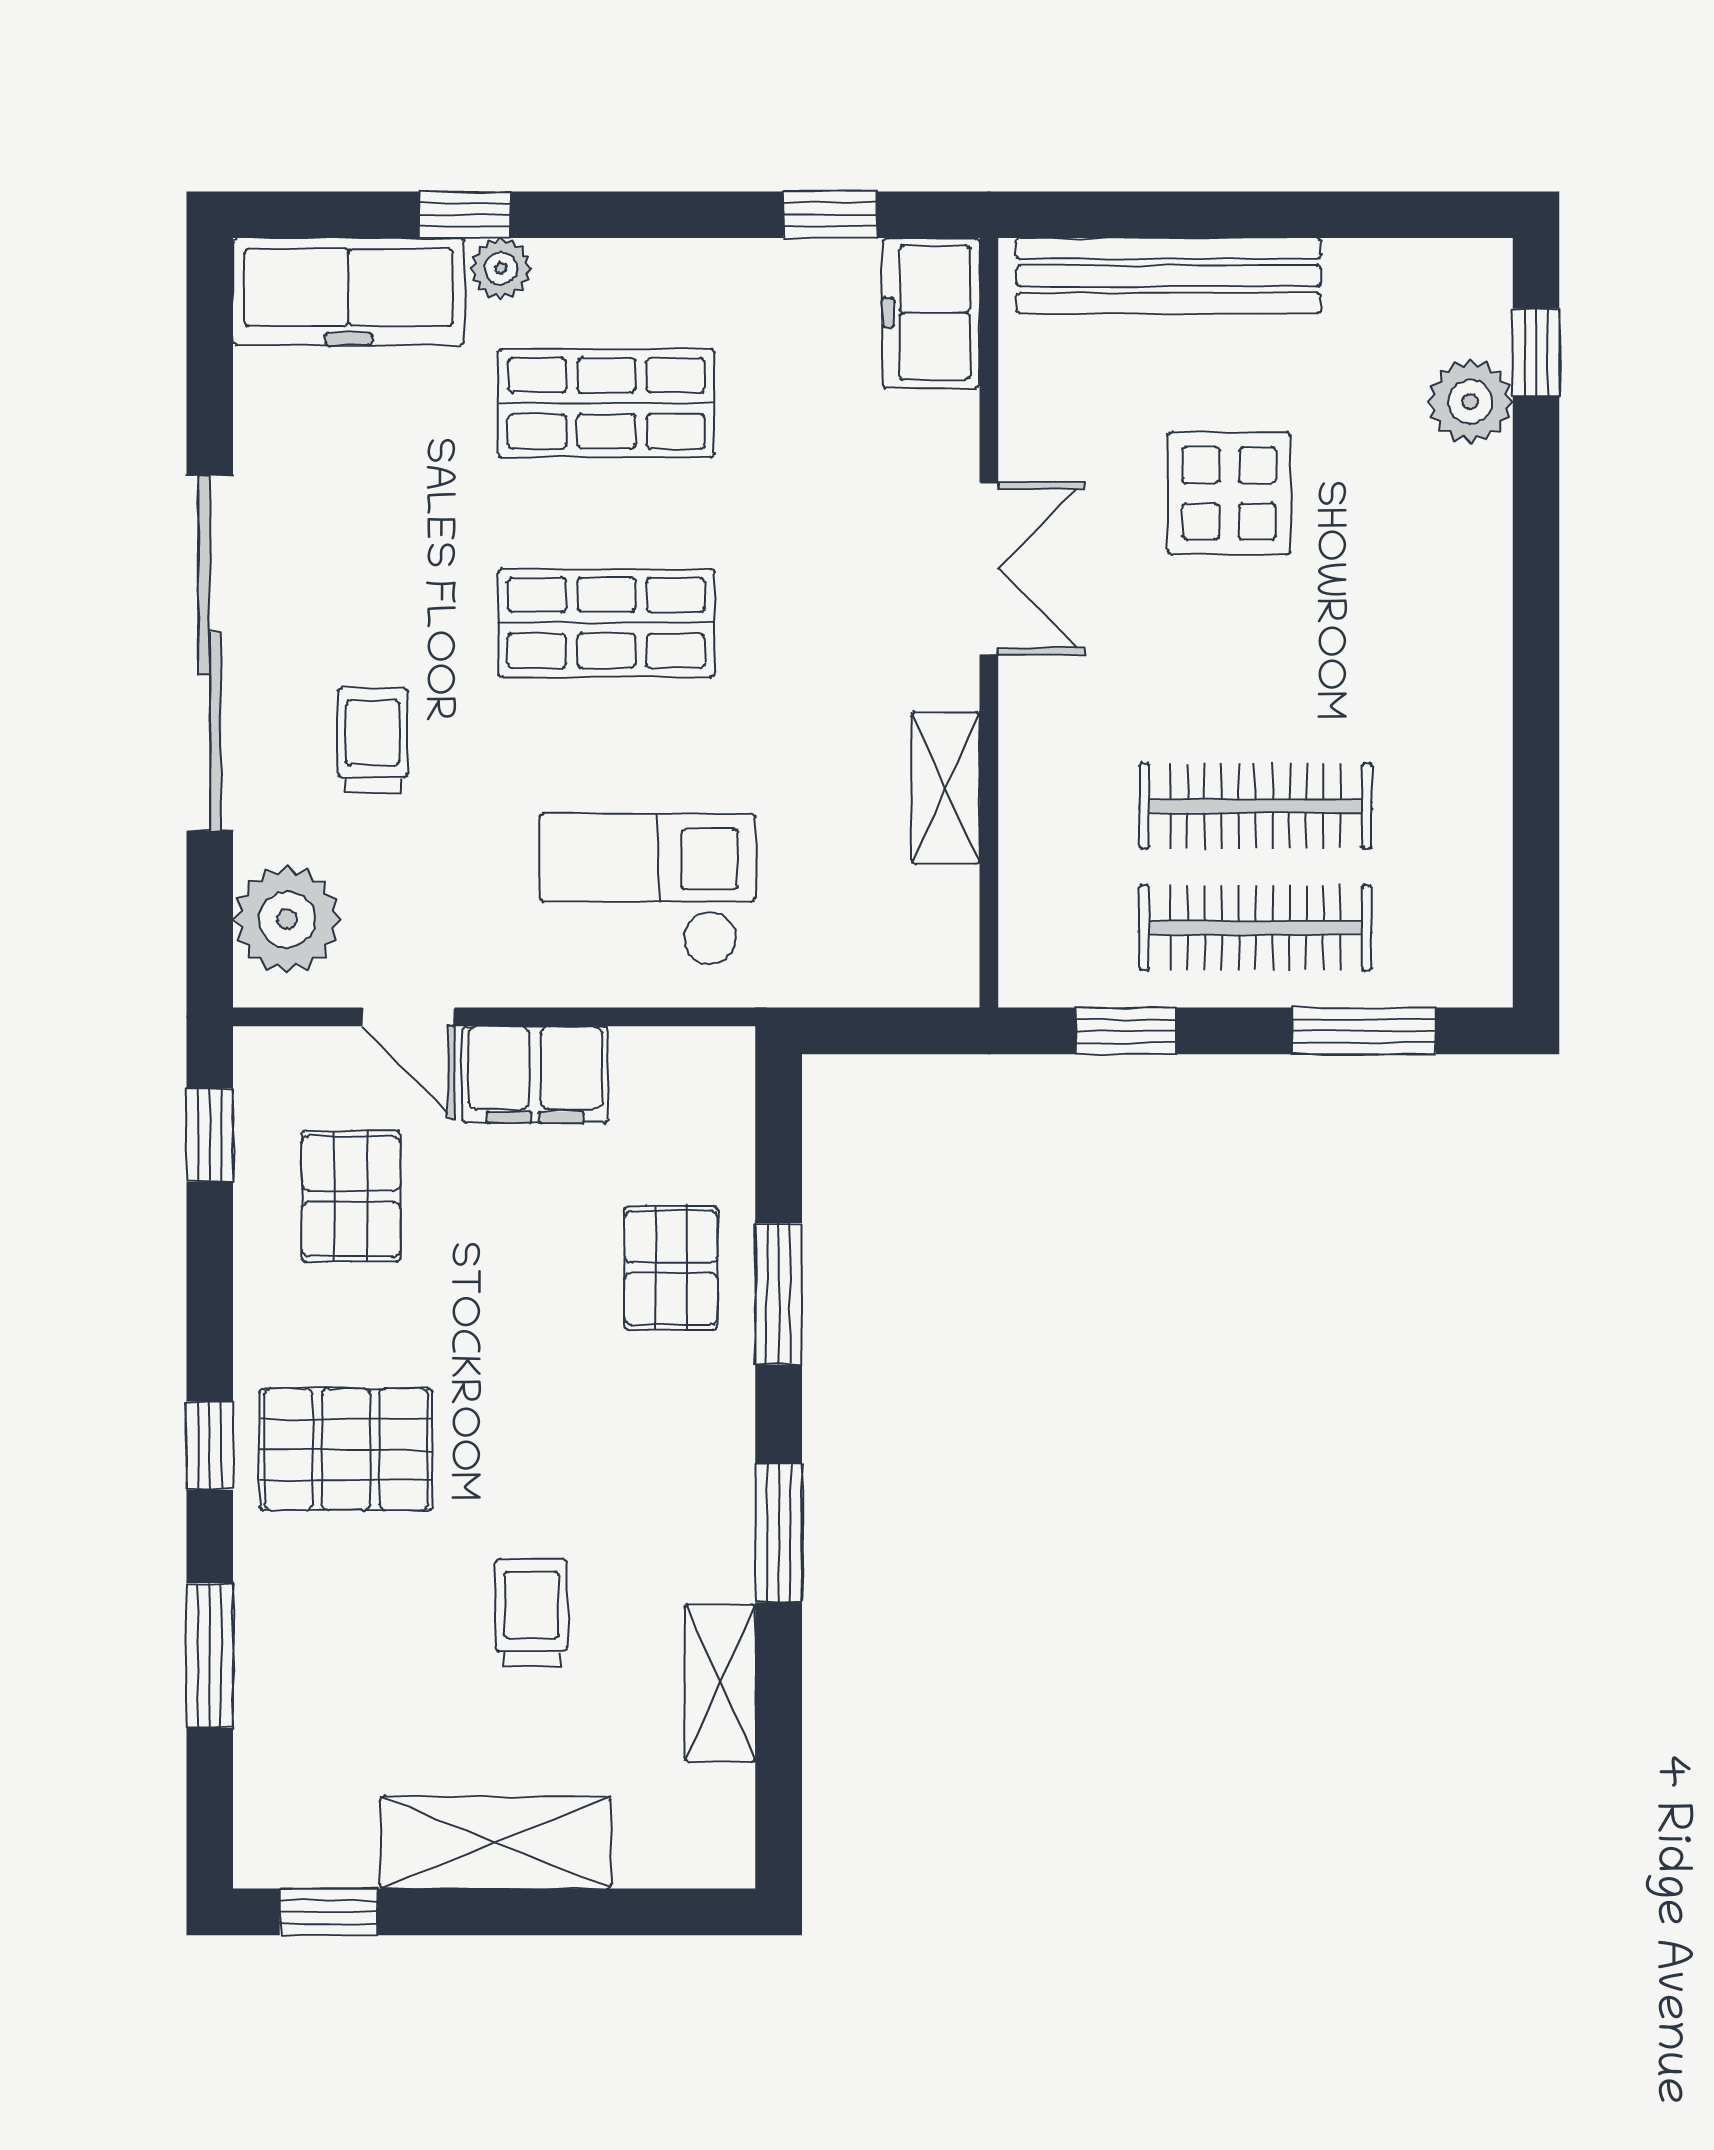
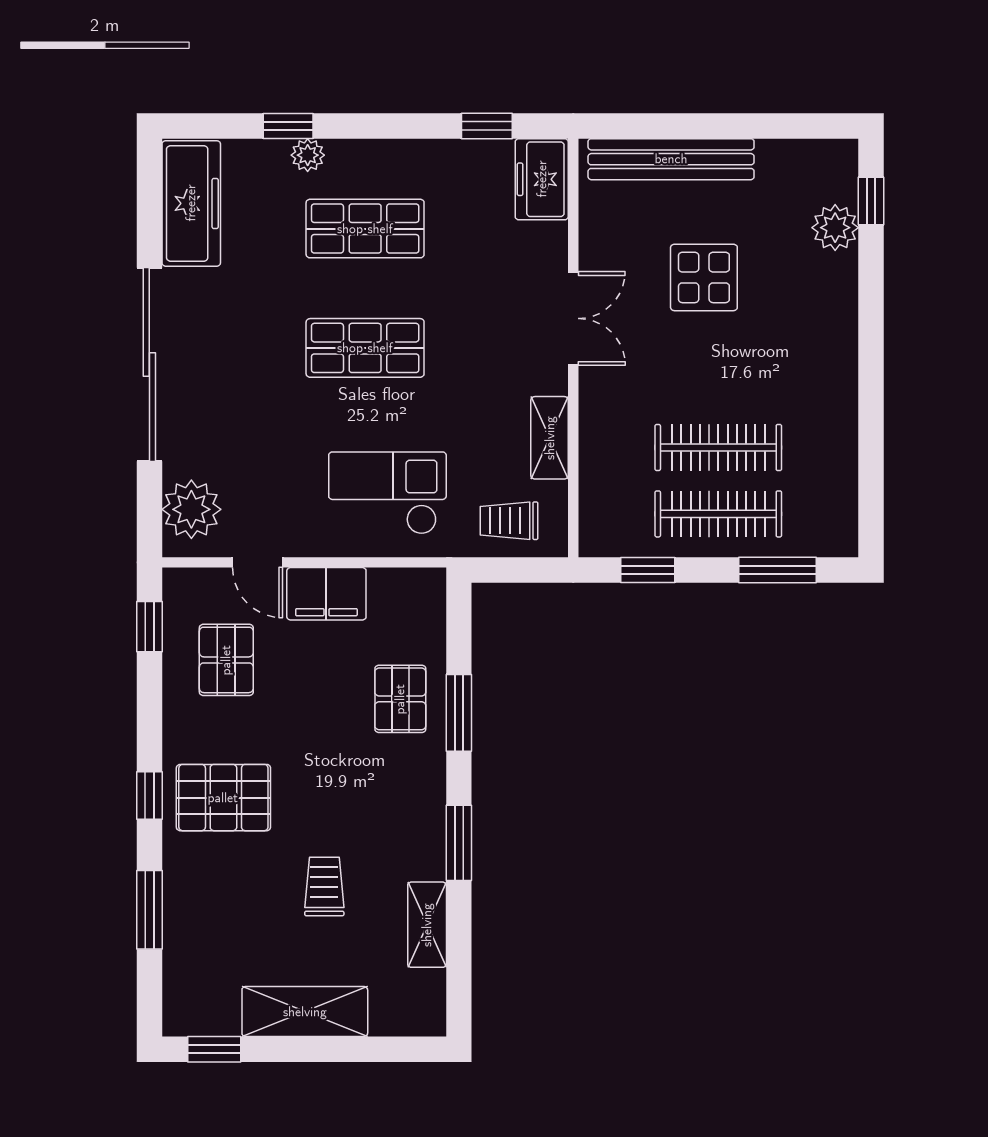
freezer: (349, 292) -> (191, 203), moved, turned -90
trolley: (373, 740) -> (509, 521), moved, turned -90

